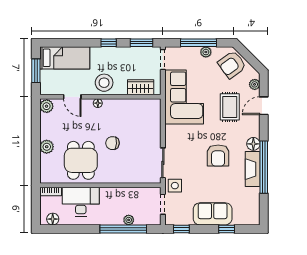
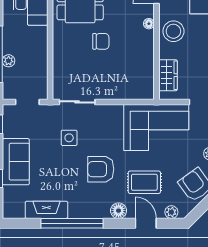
chair: (112, 143) -> (101, 41), turned 86
floor lamp: (253, 144) -> (119, 211), moved
armchair: (218, 155) -> (101, 169), moved
fireplace: (253, 169) -> (46, 210), moved
side table: (175, 186) -> (69, 138), moved

